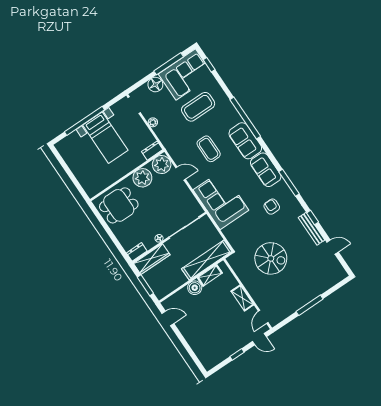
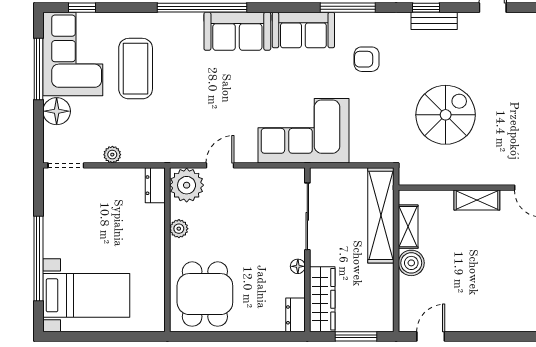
bed with nightstands: (105, 138) -> (86, 295), moved
coffee table: (209, 149) -> (211, 96), removed
plant: (142, 178) -> (179, 229), width x0.53, depth x0.53
bench: (312, 229) -> (434, 21), width x0.73

